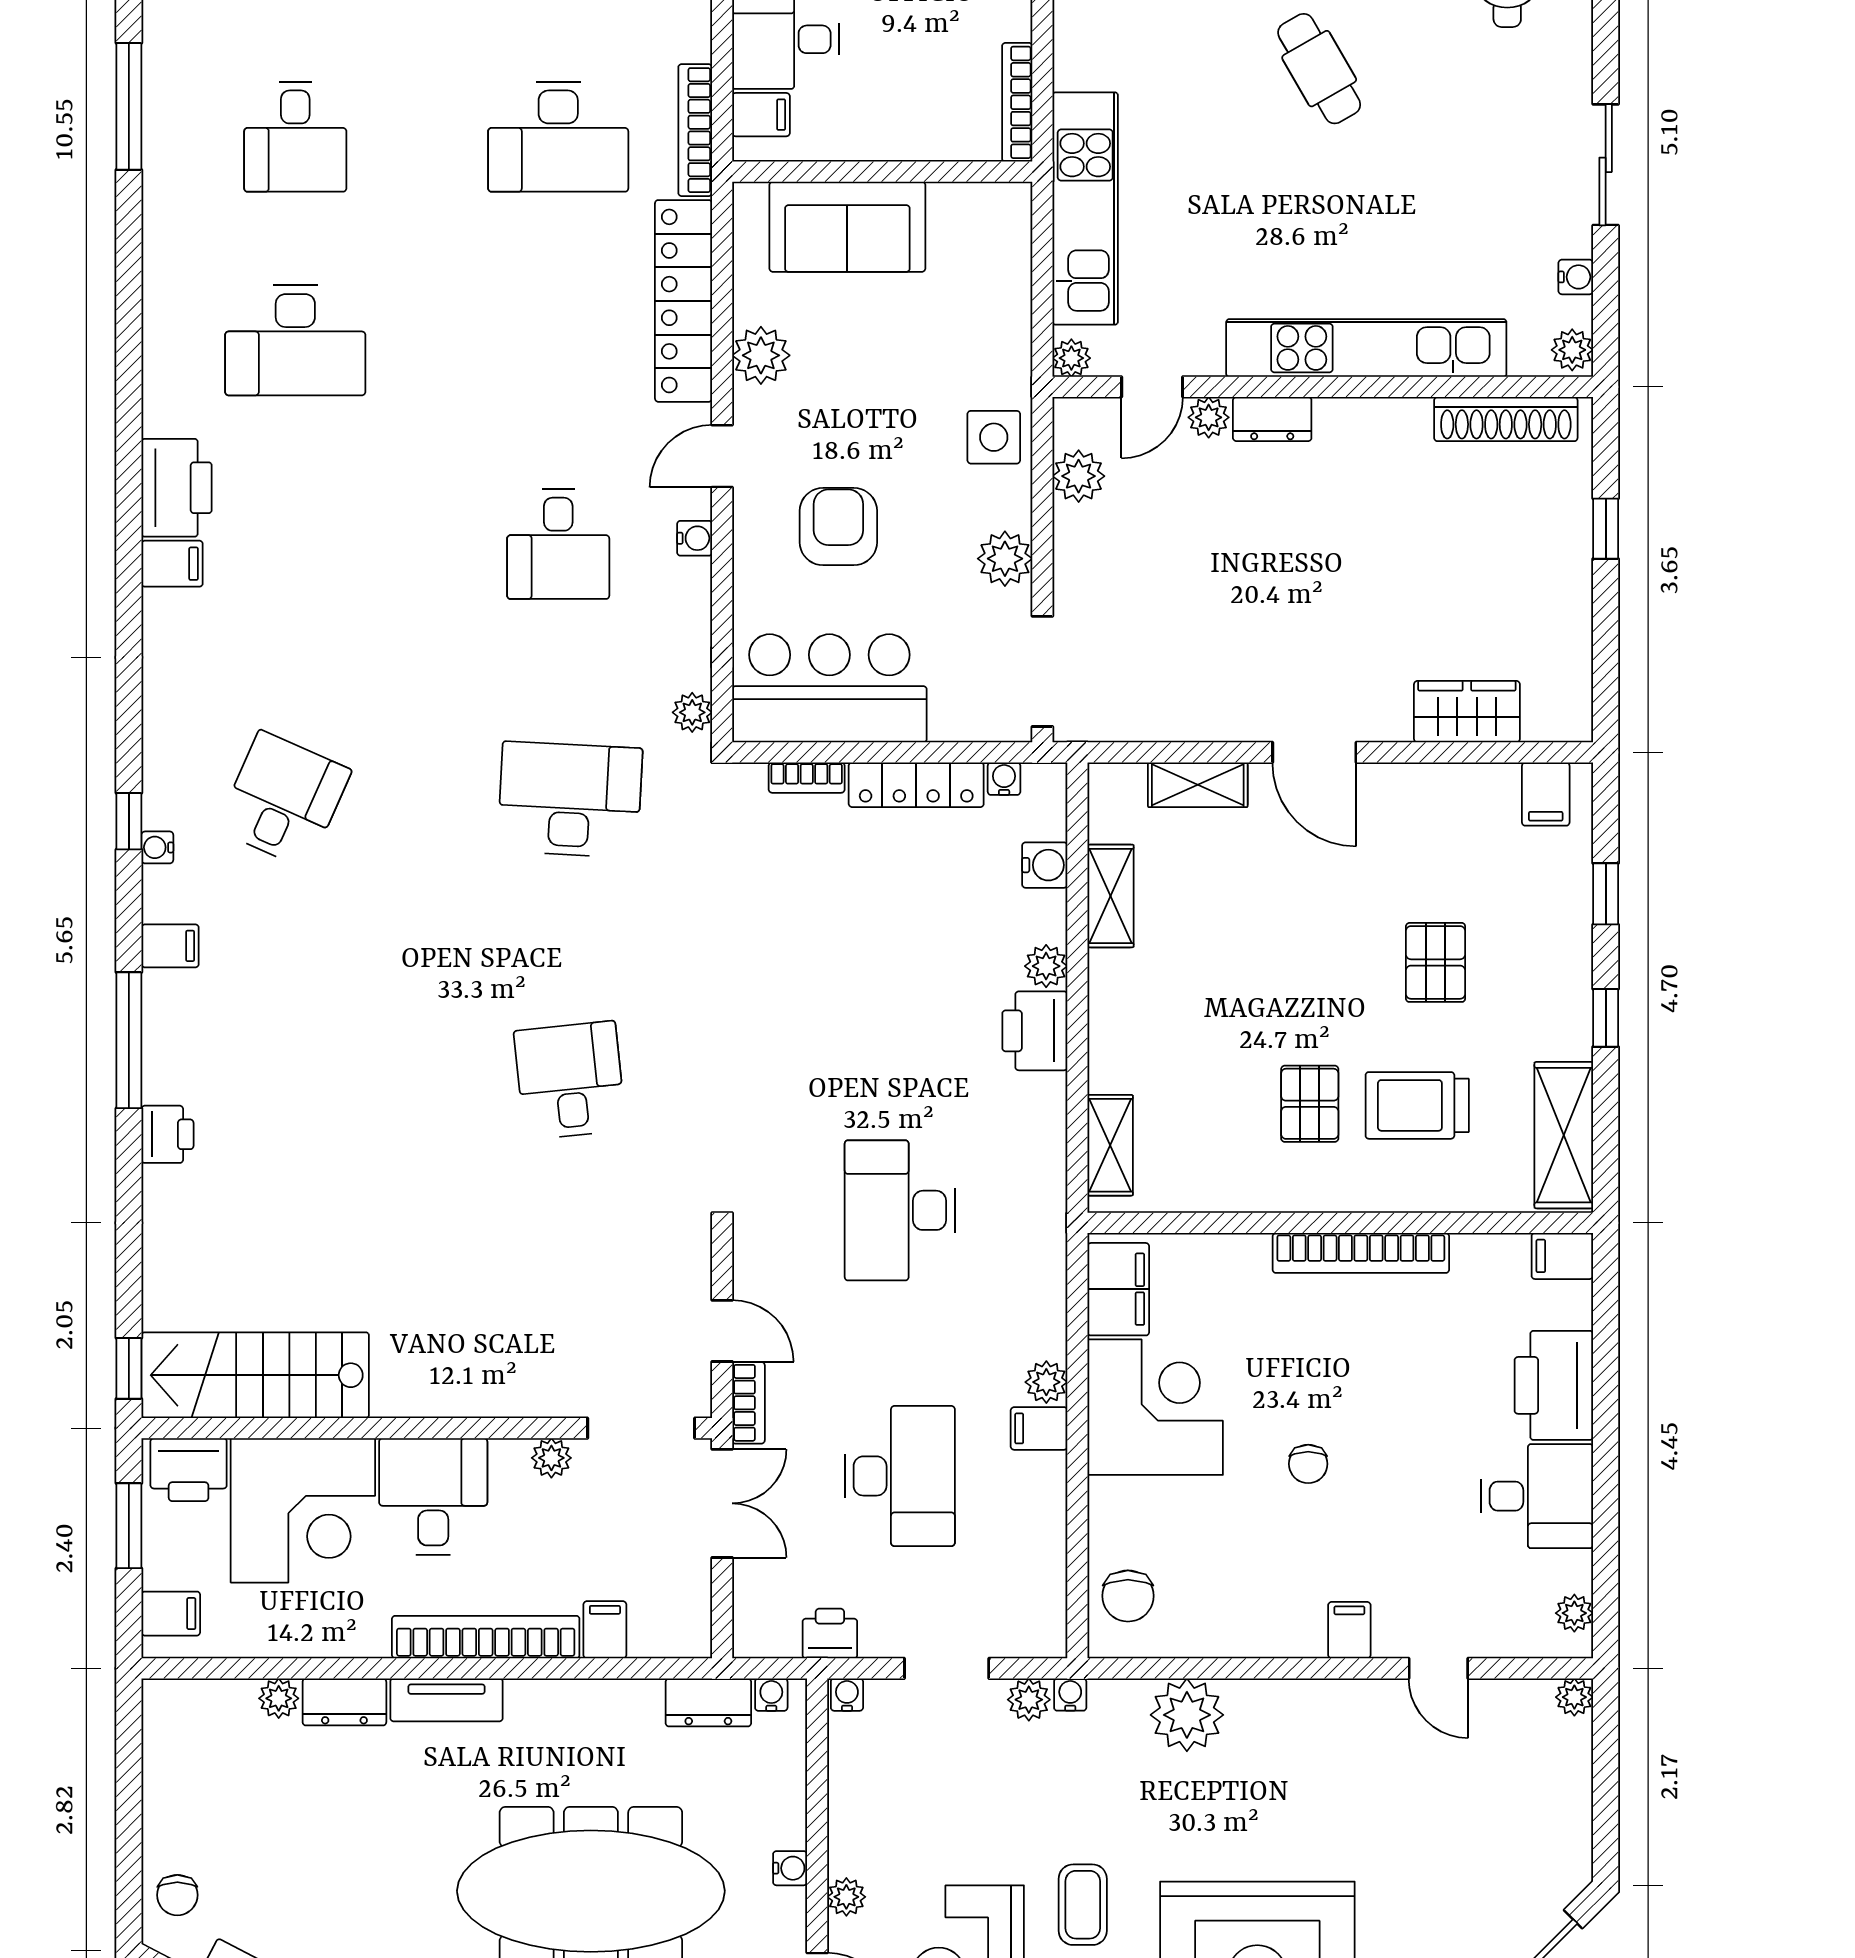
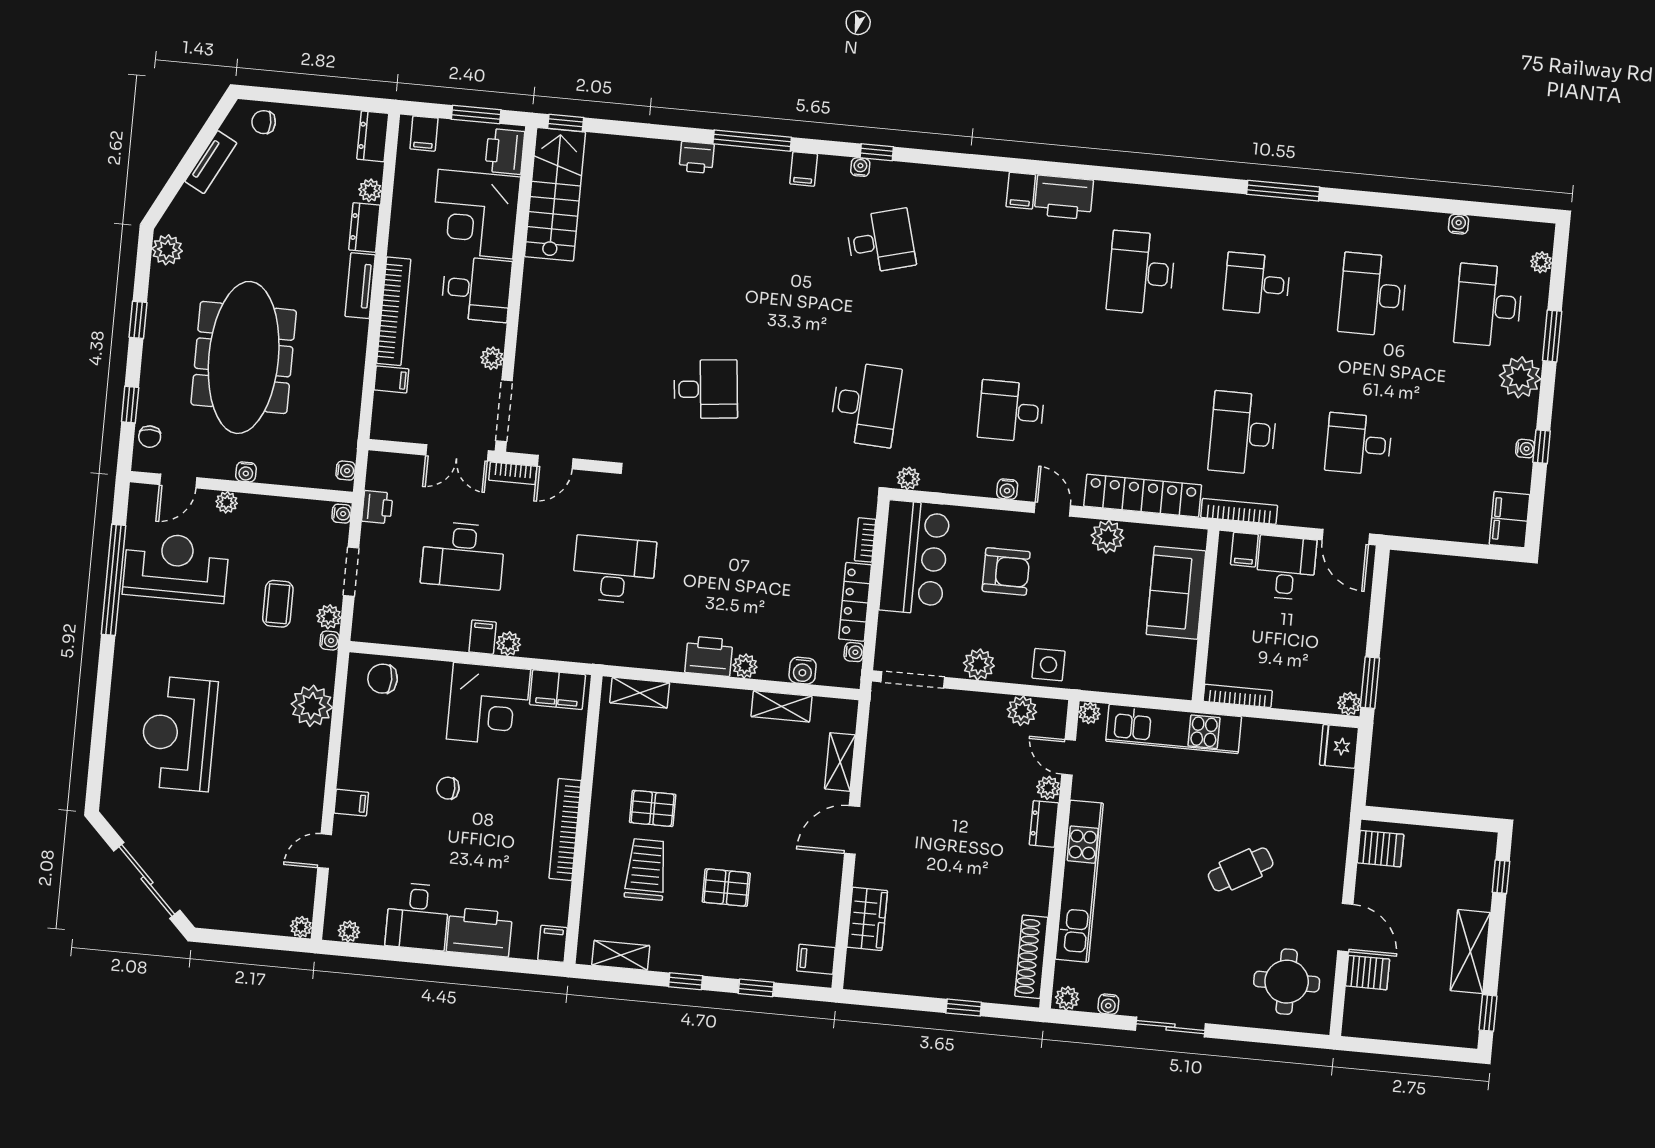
desk: (284, 800) -> (881, 241), turned -39
shelving: (1564, 1135) -> (621, 955), width x0.67, depth x0.75
dresser: (708, 1702) -> (373, 136), moved
coffee table: (1083, 1905) -> (278, 604), moved, turned 90

